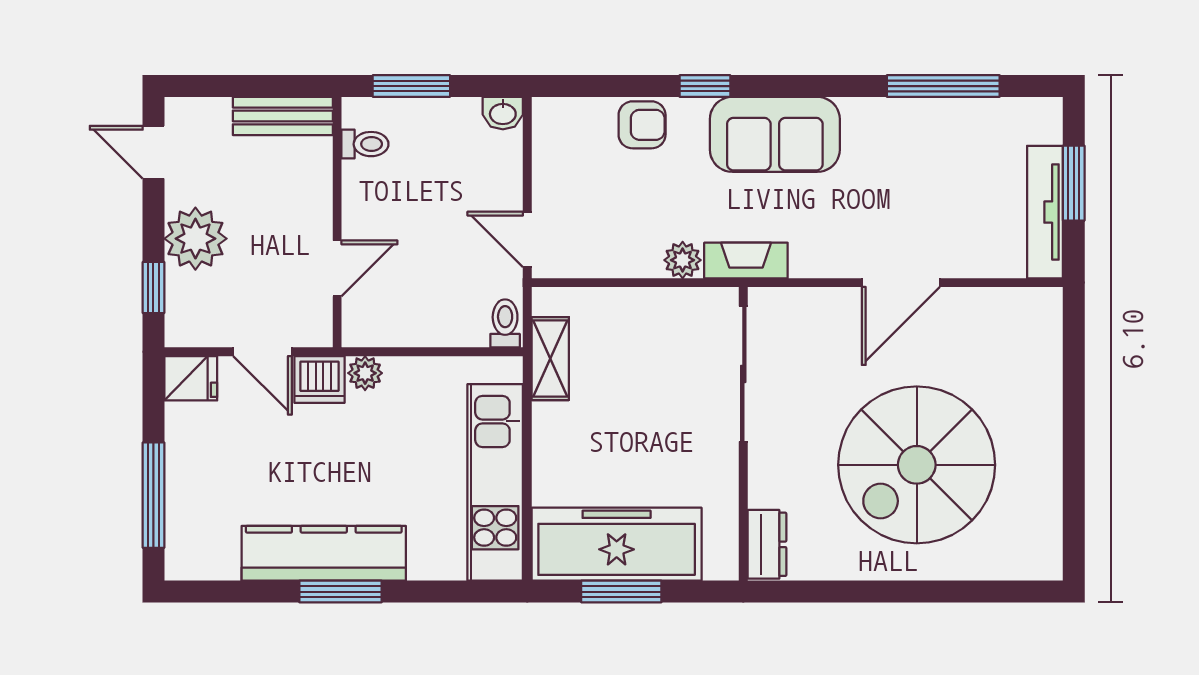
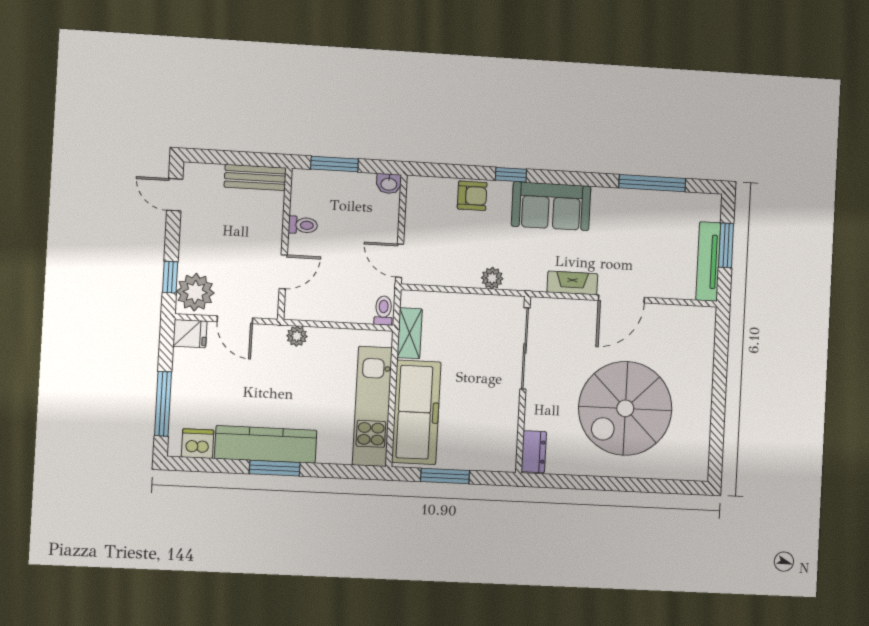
toilet: (365, 144) -> (303, 225), moved
plant: (195, 239) -> (195, 292), moved
fireplace: (746, 260) -> (572, 283), moved
dishwasher: (320, 380) -> (198, 444), moved, turned 180
freezer: (617, 544) -> (416, 412), moved, turned 90

